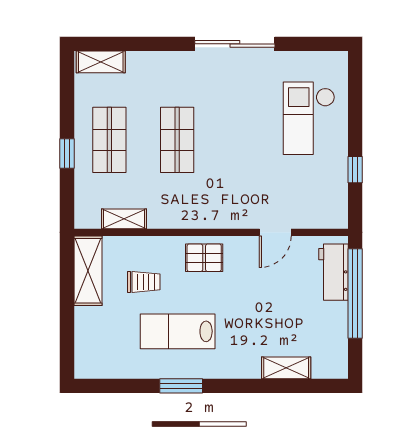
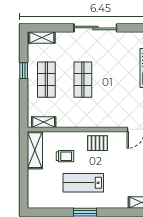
sliding door: (235, 44) -> (95, 28), moved
window: (67, 153) -> (24, 71), moved
shelving: (124, 219) -> (44, 122), moved

